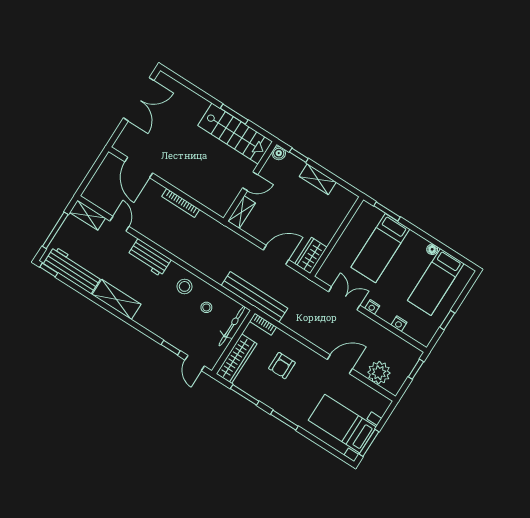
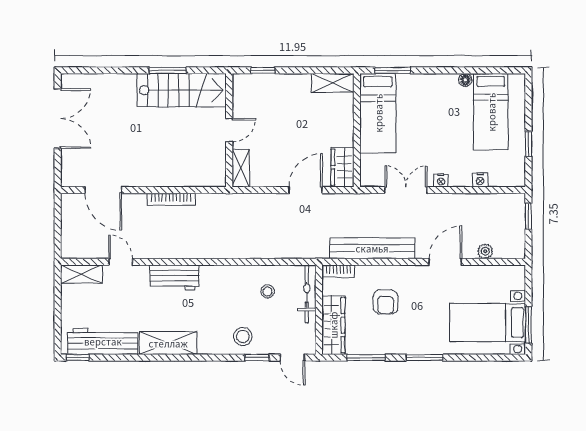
boiler: (279, 153) -> (240, 82), removed
shelving: (318, 179) -> (333, 83), moved
window: (55, 230) -> (58, 312), removed
bed: (380, 248) -> (378, 113), moved
stool: (184, 286) -> (243, 337), moved
bench: (255, 297) -> (372, 248), moved
plant: (379, 373) -> (485, 251), width x0.53, depth x0.53

